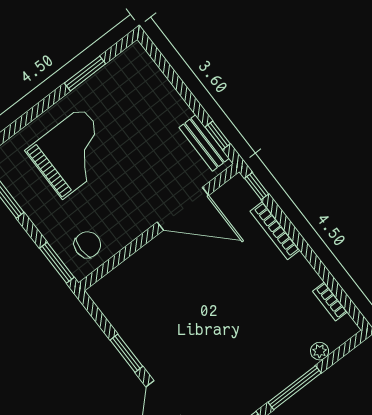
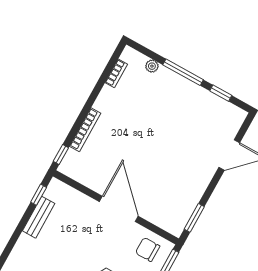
bench: (204, 143) -> (39, 217), moved
door: (183, 209) -> (119, 209), moved
window: (126, 353) -> (194, 218), moved

